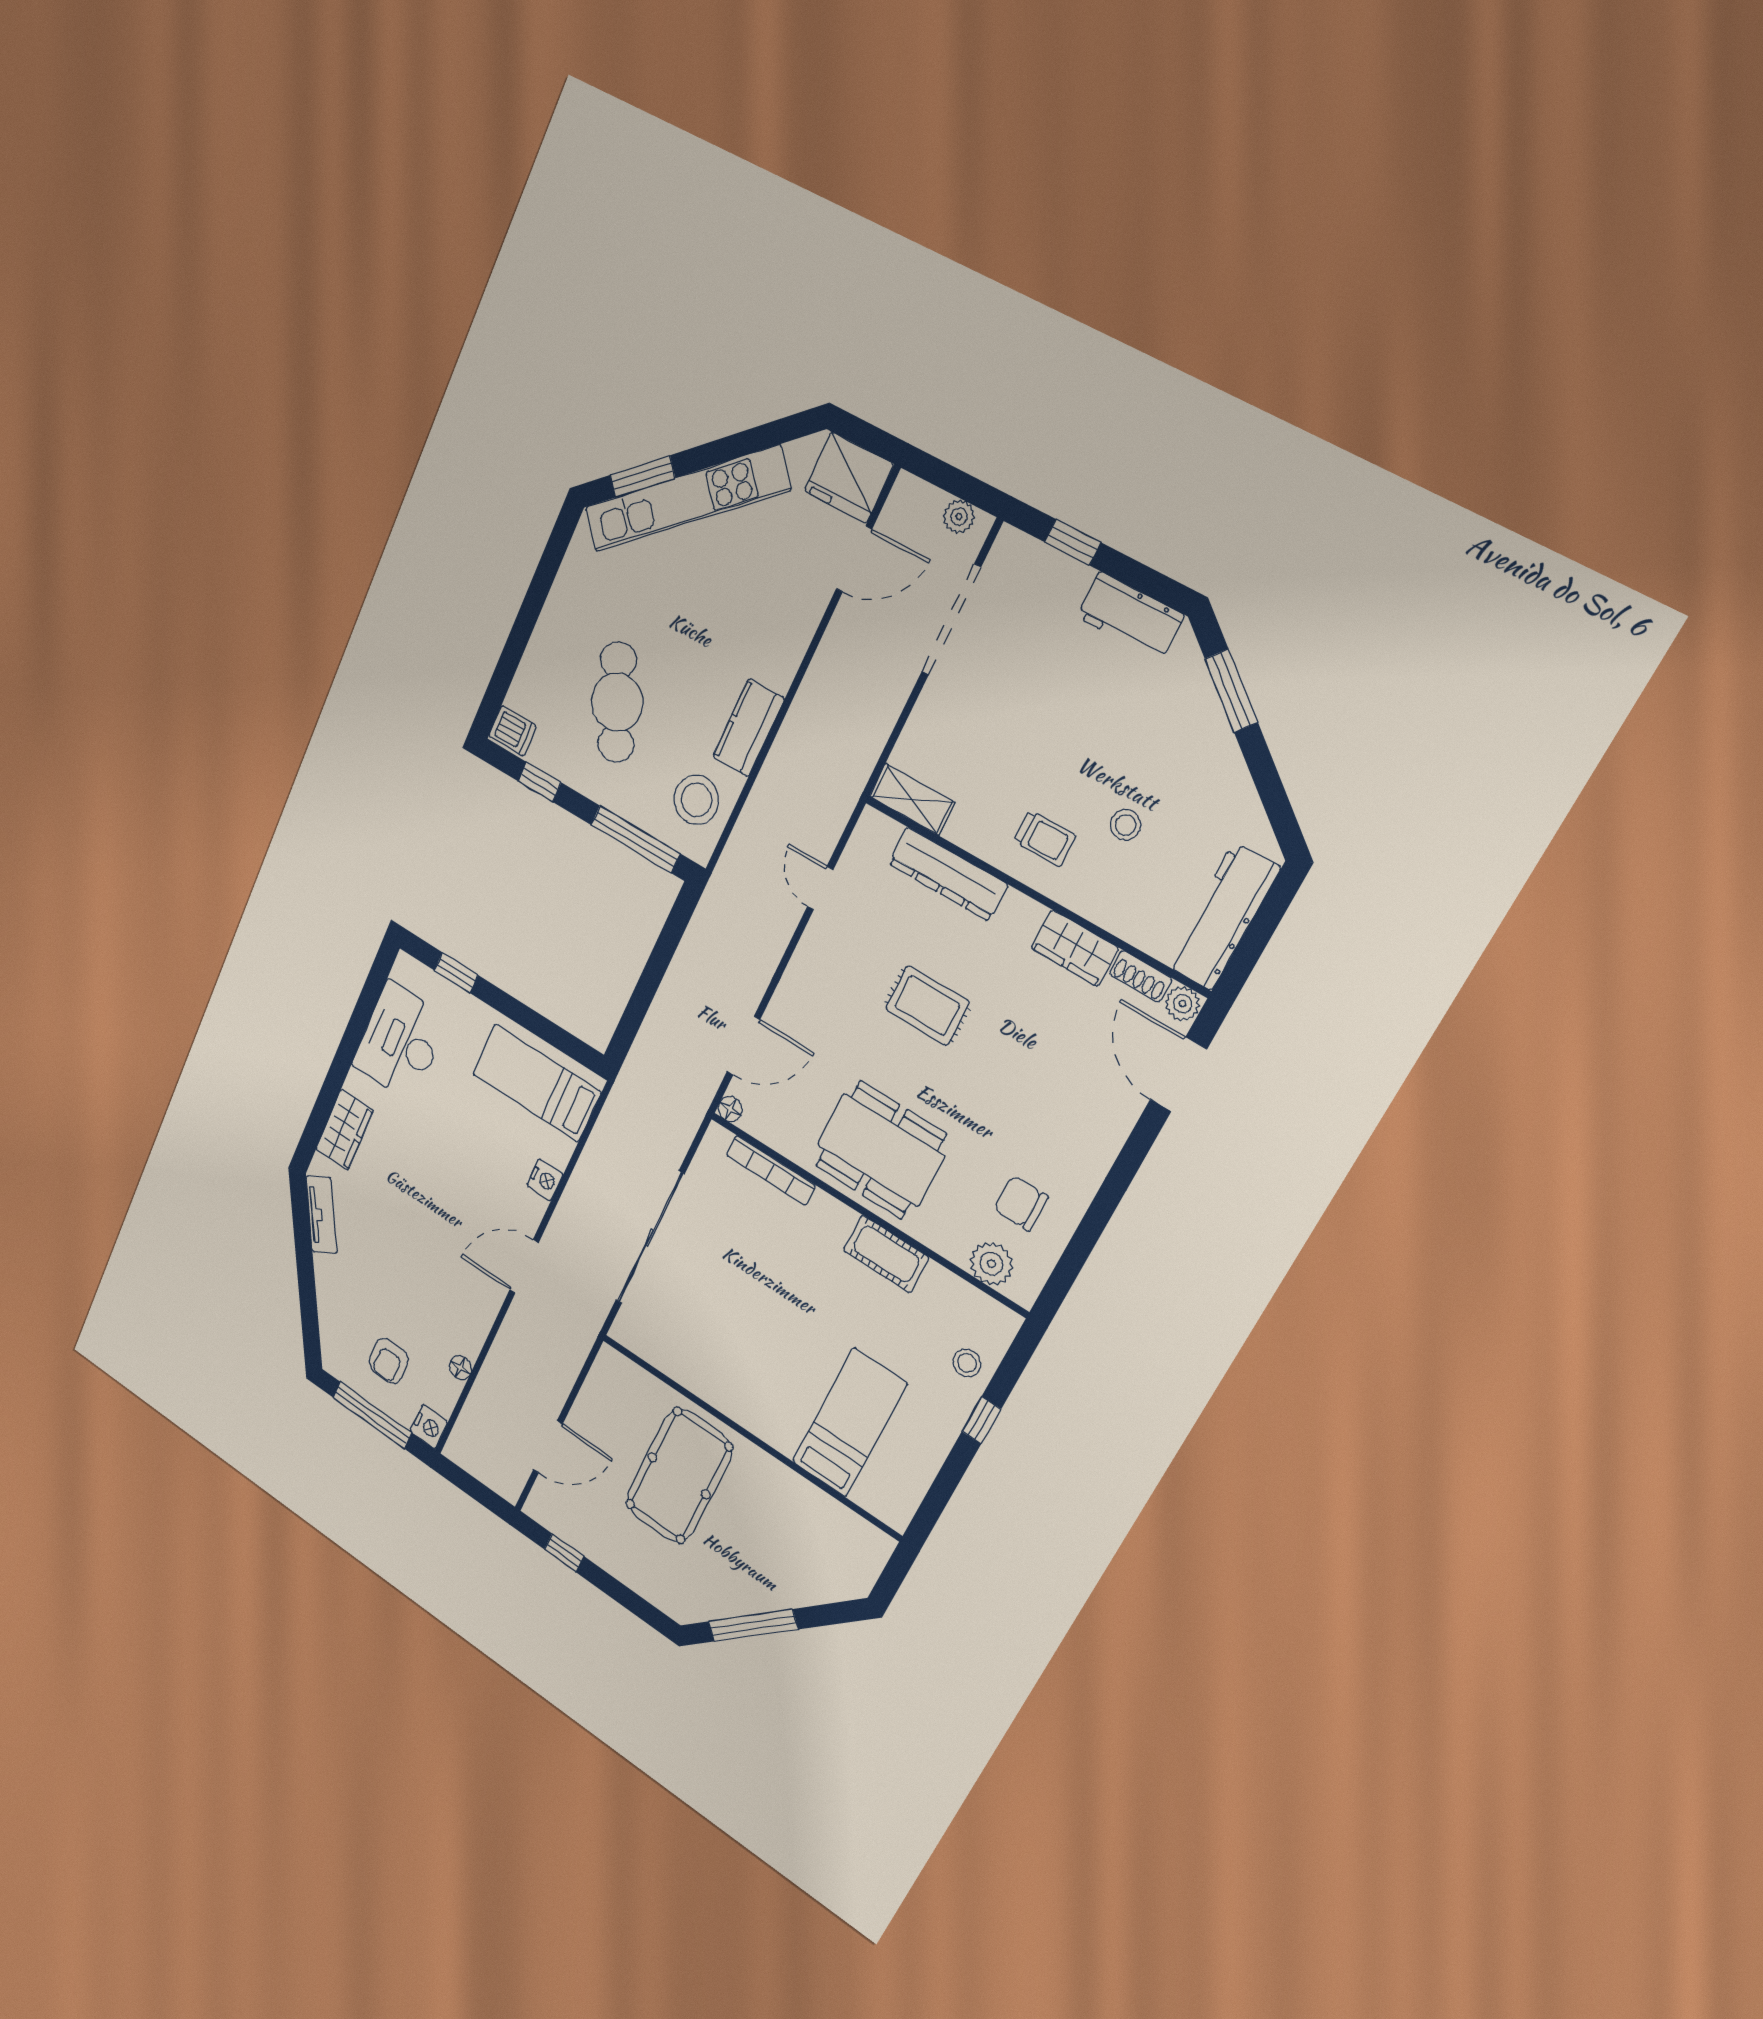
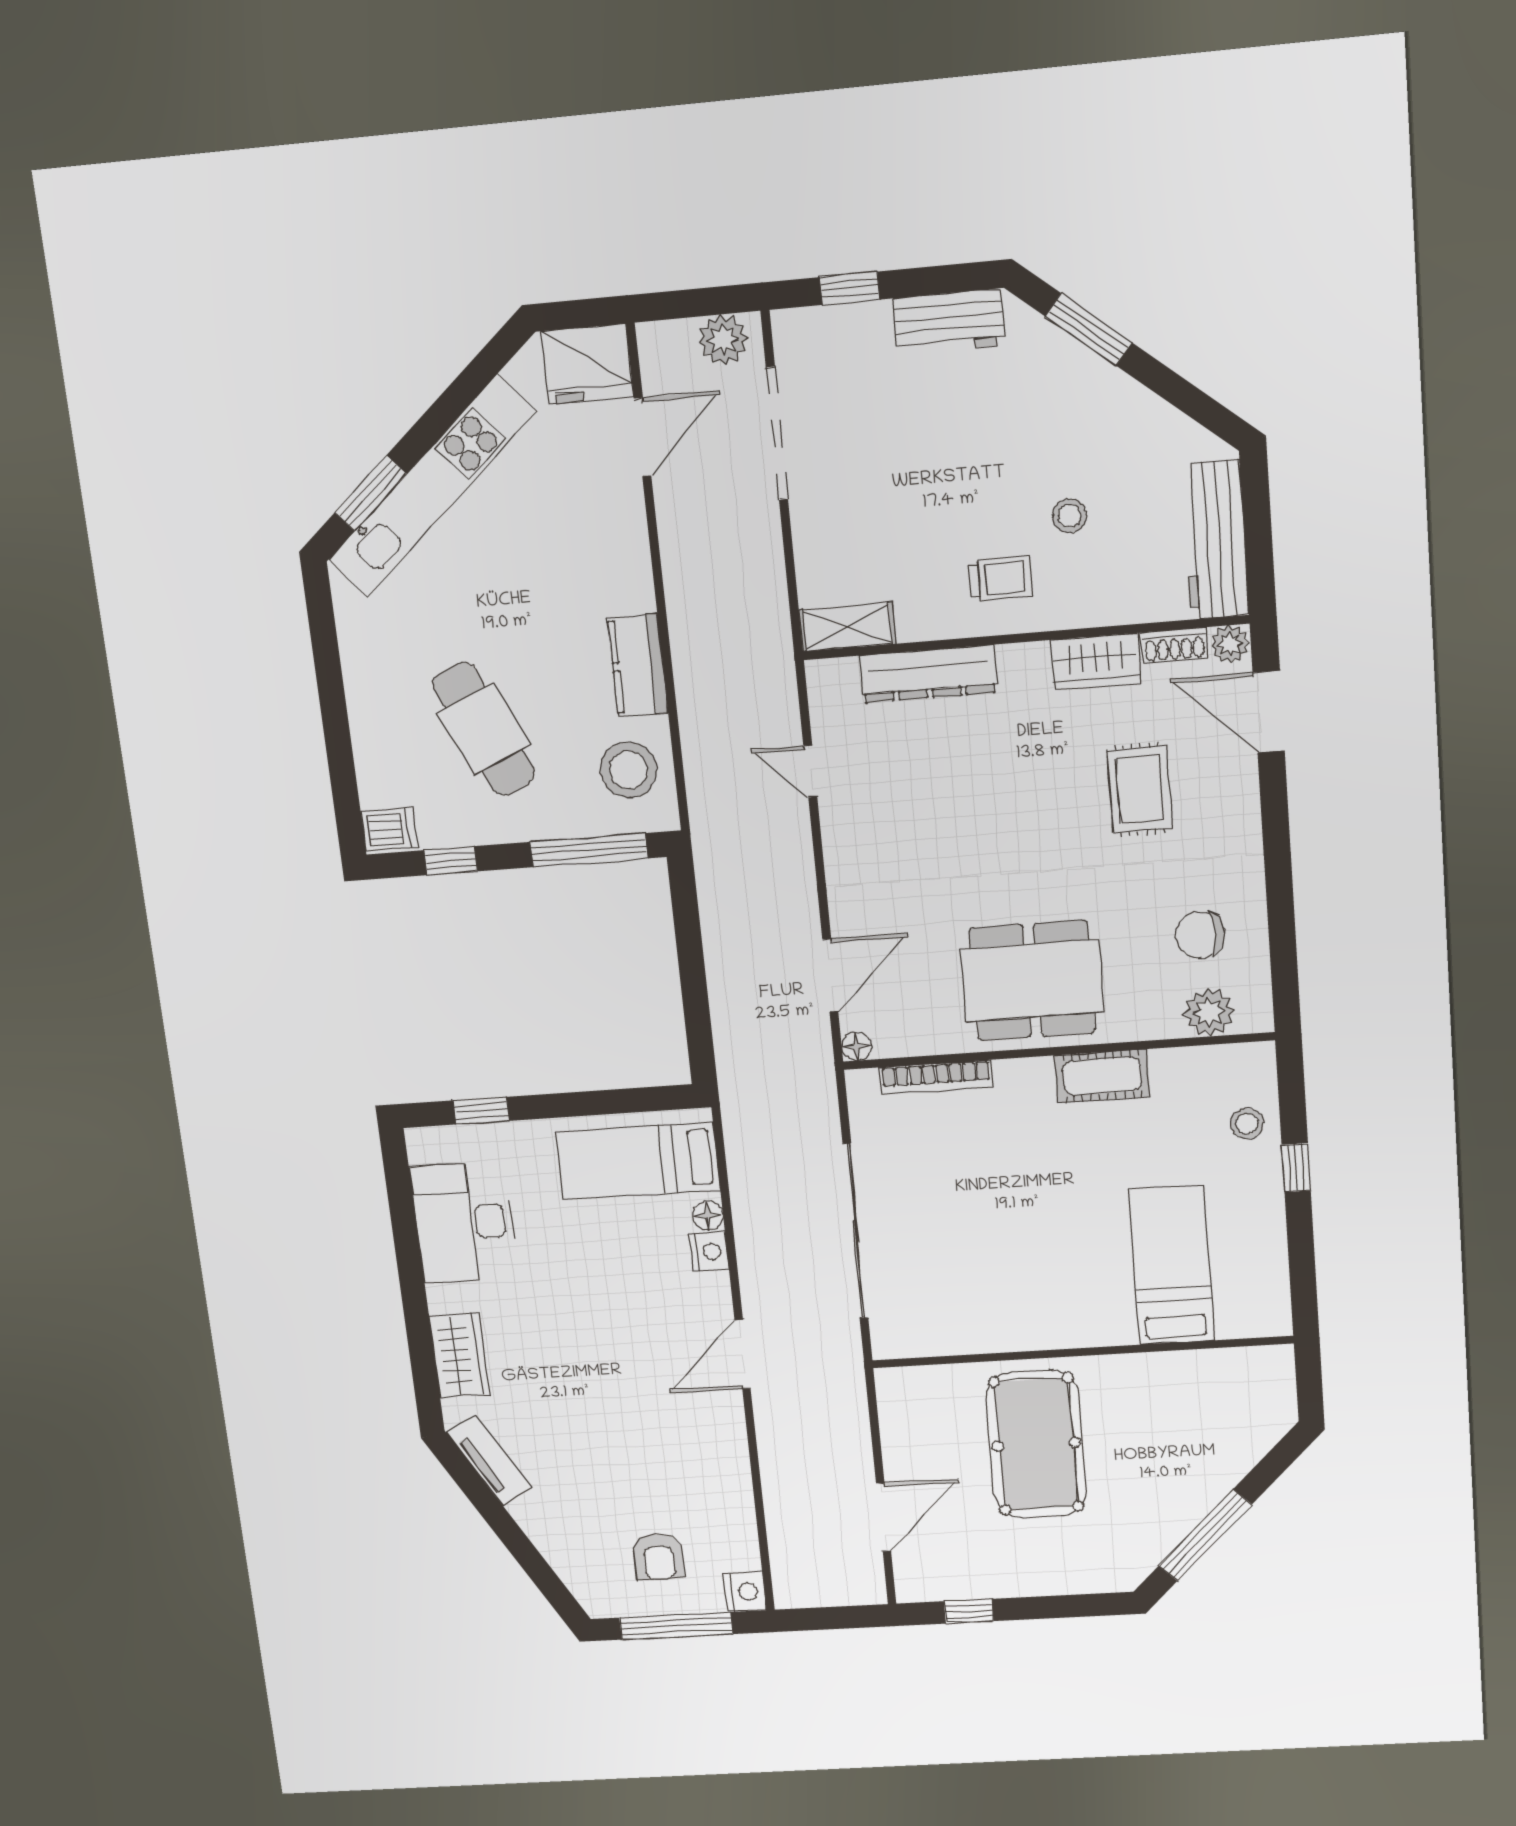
plant: (959, 517) -> (723, 340), width x1.38, depth x1.38
rug: (927, 1006) -> (1139, 789), moved, turned 90
floor lamp: (460, 1368) -> (708, 1215), moved

